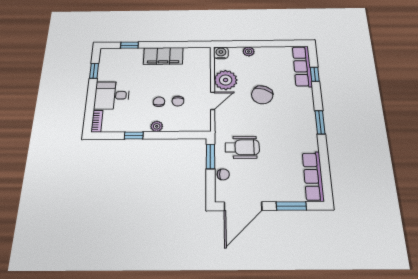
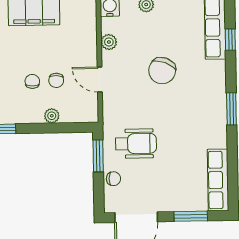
plant: (226, 80) -> (109, 42), width x0.53, depth x0.53
door: (213, 101) -> (100, 80), swing flipped
plant: (157, 126) -> (52, 116), moved

